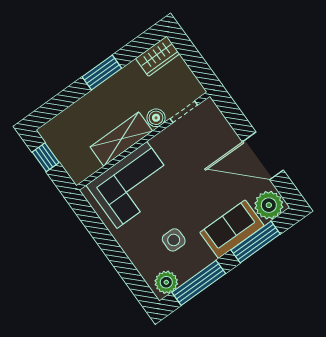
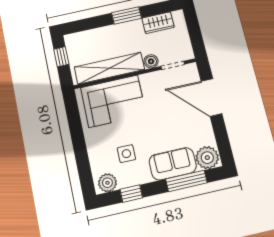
wardrobe: (158, 56) -> (158, 23), moved
shelving: (121, 139) -> (109, 68), width x1.47
door: (263, 156) -> (211, 97), moved
window: (199, 283) -> (131, 194), width x0.46

